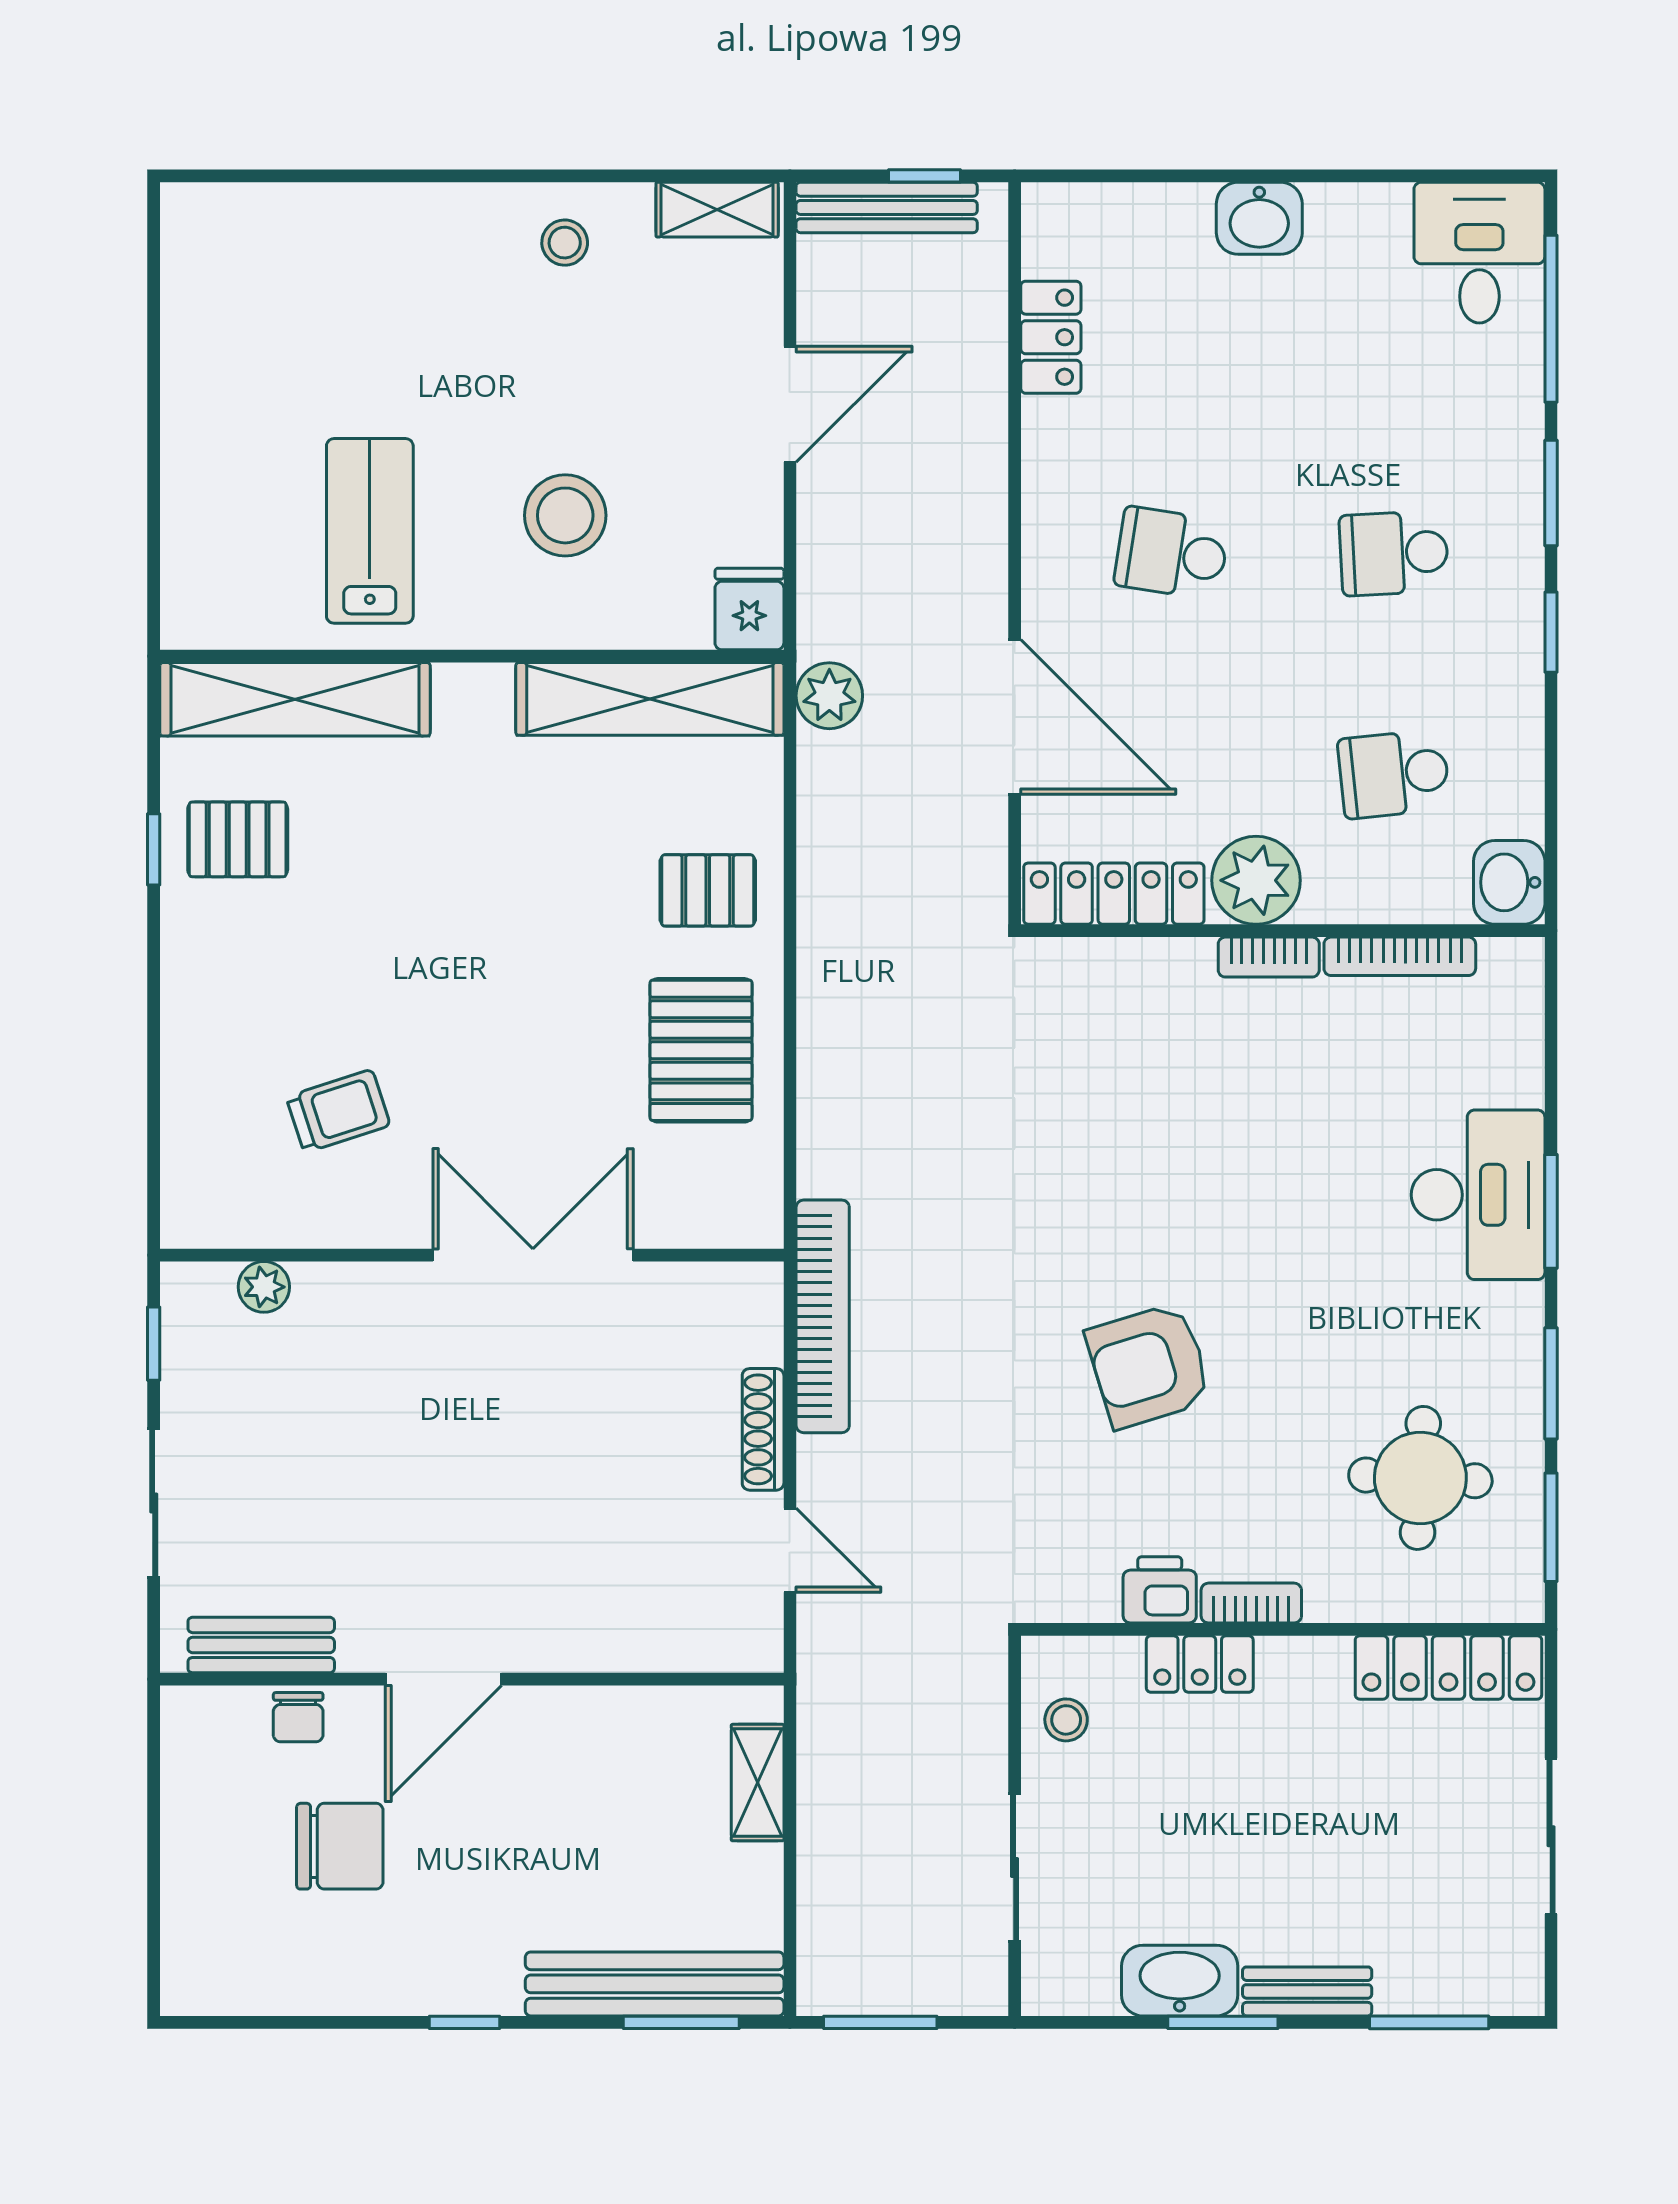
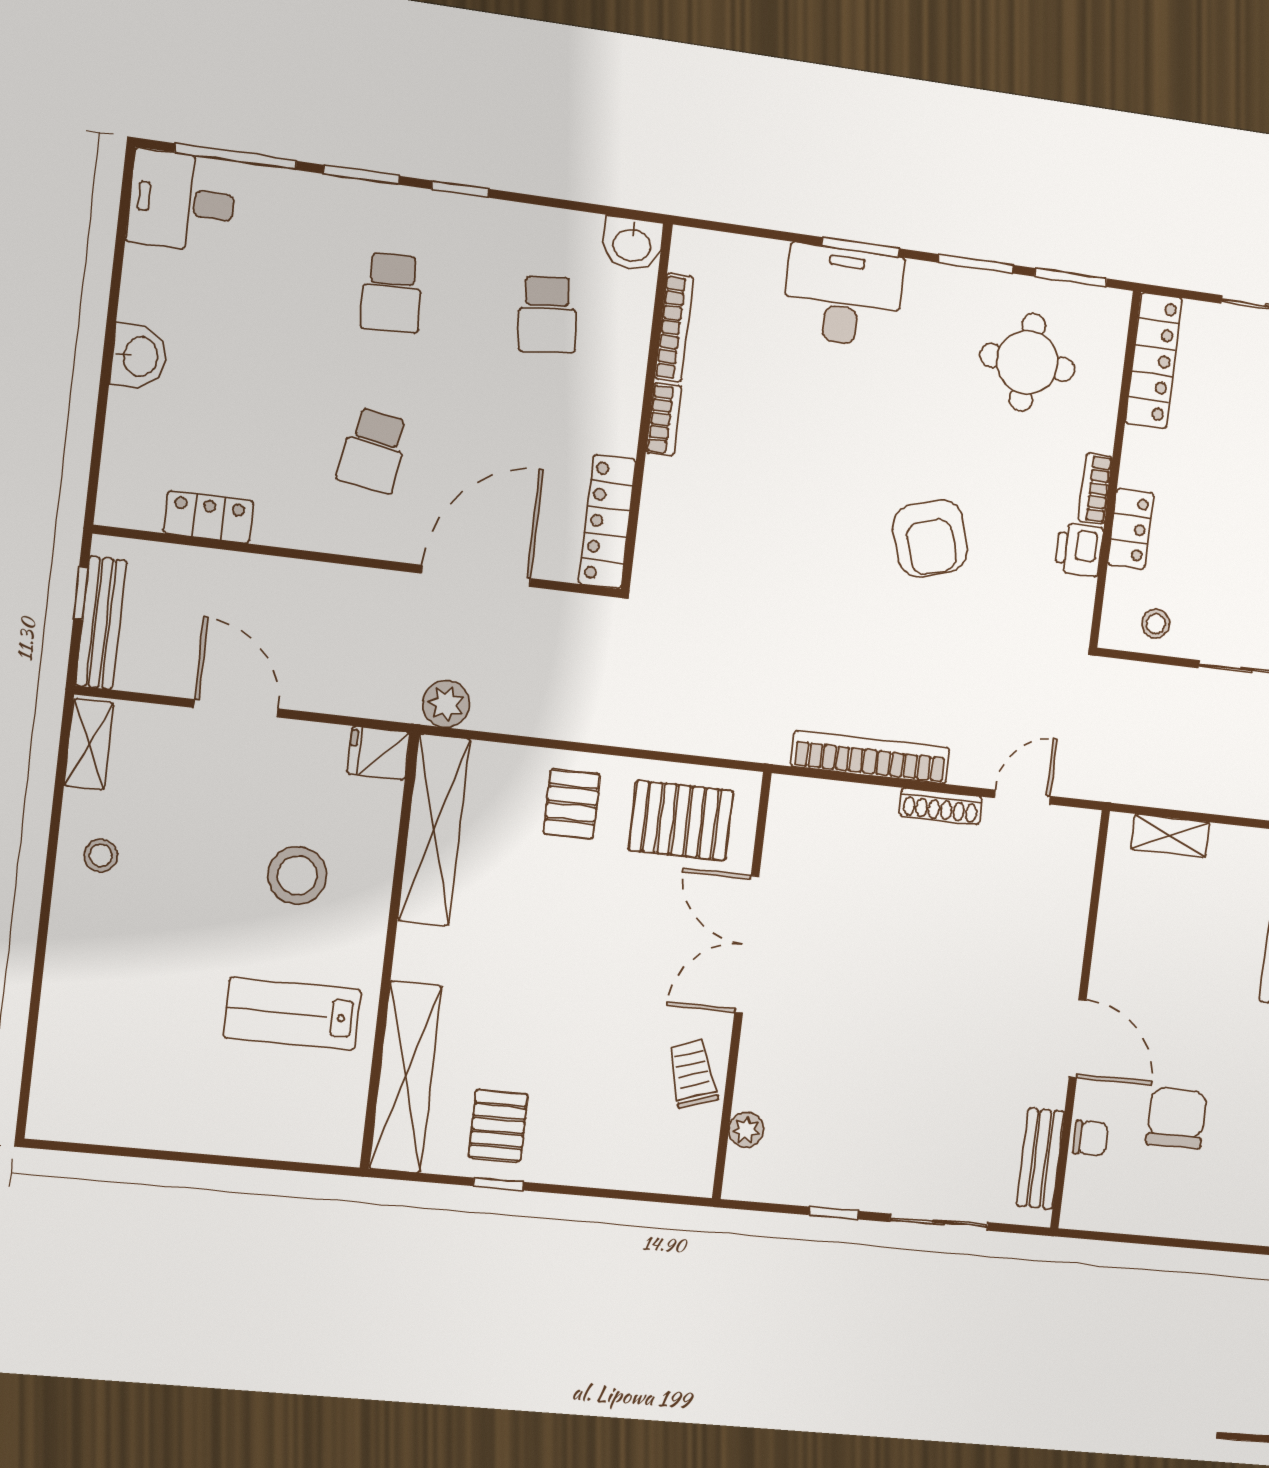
plant: (1256, 880) -> (610, 421), removed
wall: (472, 1255) -> (742, 986), moved
double door: (533, 1255) -> (747, 944), moved
plant: (264, 1287) -> (746, 1130), moved

